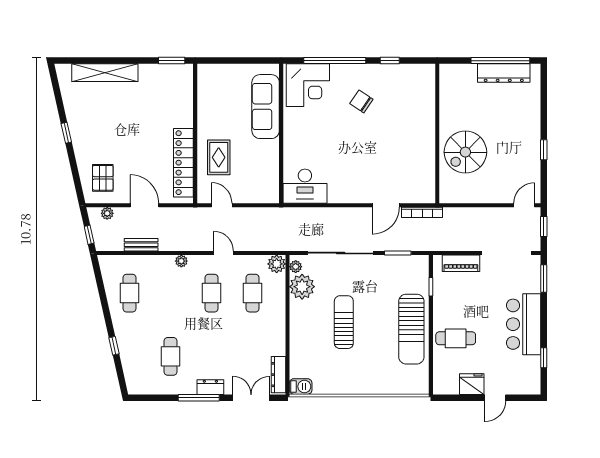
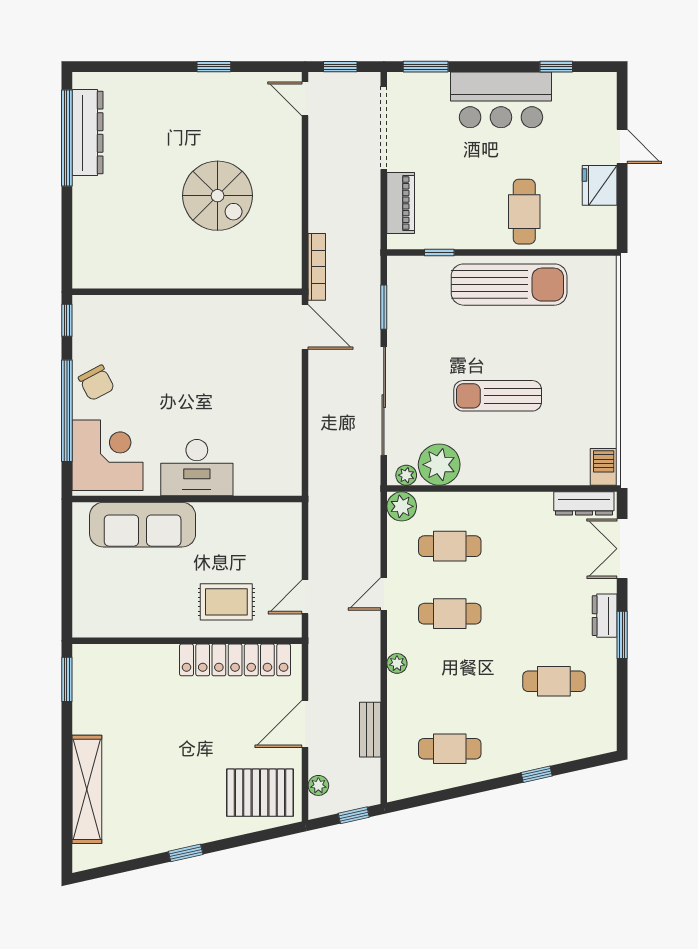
chair: (361, 101) -> (96, 383), moved, turned -62
wall: (437, 134) -> (187, 292), moved
pallet: (103, 178) -> (260, 793), width x1.50, depth x1.42
desk: (305, 186) -> (197, 468), moved, turned 90
window: (199, 398) -> (622, 635), width x0.69

